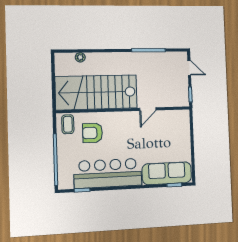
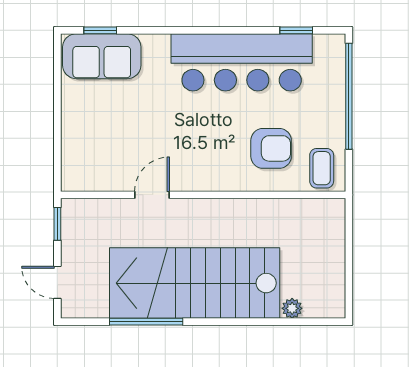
stairs: (96, 92) -> (195, 283), moved, turned 180
sofa: (167, 173) -> (102, 56), width x0.73

